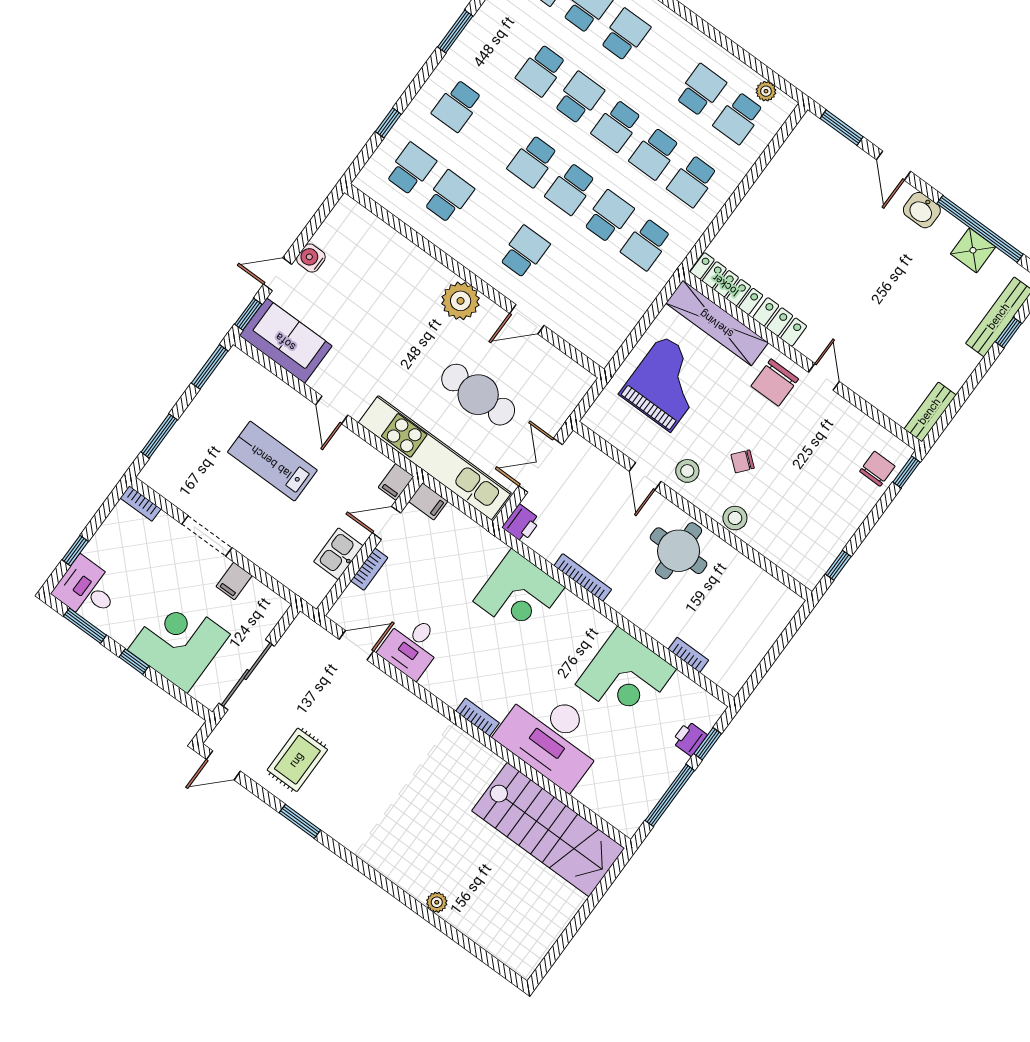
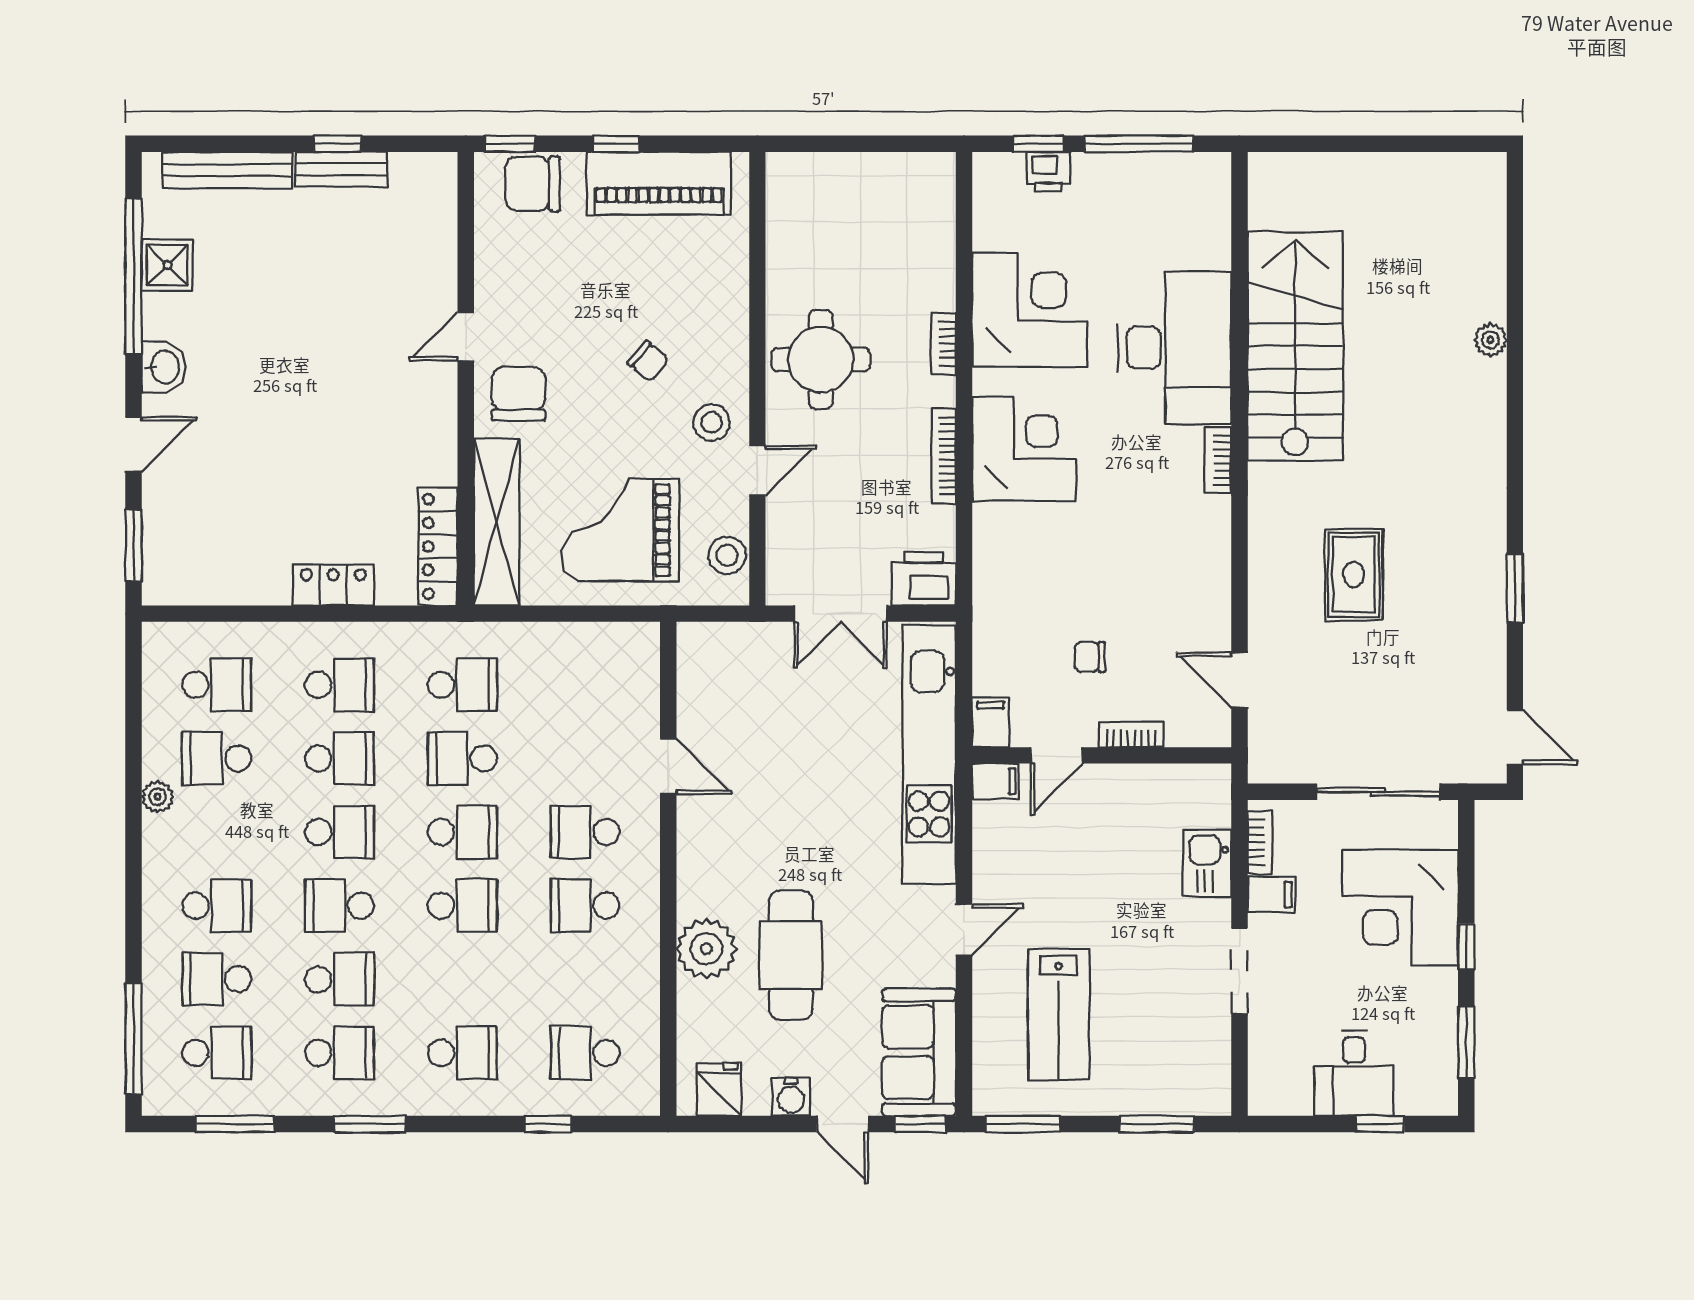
school desk: (625, 35) -> (217, 906), turned 180
school desk: (503, 43) -> (340, 1053), added
plant: (766, 91) -> (158, 797), moved
school desk: (449, 196) -> (585, 906), moved
fridge: (342, 224) -> (719, 1089), added
plant: (461, 301) -> (706, 949), moved
locker: (780, 322) -> (333, 585), moved, turned 90
window: (1009, 333) -> (338, 144), moved
chair: (775, 383) -> (518, 394), turned -90
cafe table: (478, 395) -> (791, 955), moved
bench: (930, 412) -> (341, 169), moved
lab bench: (272, 461) -> (1059, 1014), moved
chair: (877, 469) -> (533, 184), width x1.37, depth x1.37
bookcase: (141, 504) -> (1260, 842), moved
stool: (735, 518) -> (727, 555), moved
door: (386, 523) -> (1057, 755), hinge flipped
printer: (521, 524) -> (924, 579), width x1.36, depth x1.24
piano: (830, 534) -> (659, 183), added
kitchen sink: (338, 554) -> (1207, 863), moved, turned 90
window: (838, 565) -> (616, 144), moved
chair: (425, 577) -> (1090, 657), added
desk: (87, 589) -> (1354, 1073), moved
corner desk: (519, 594) -> (1024, 449), moved
desk: (412, 646) -> (1189, 609), removed
bookcase: (688, 655) -> (944, 344), moved
rug: (297, 760) -> (1354, 575), moved, turned 90
stairs: (548, 830) -> (1295, 346), moved

